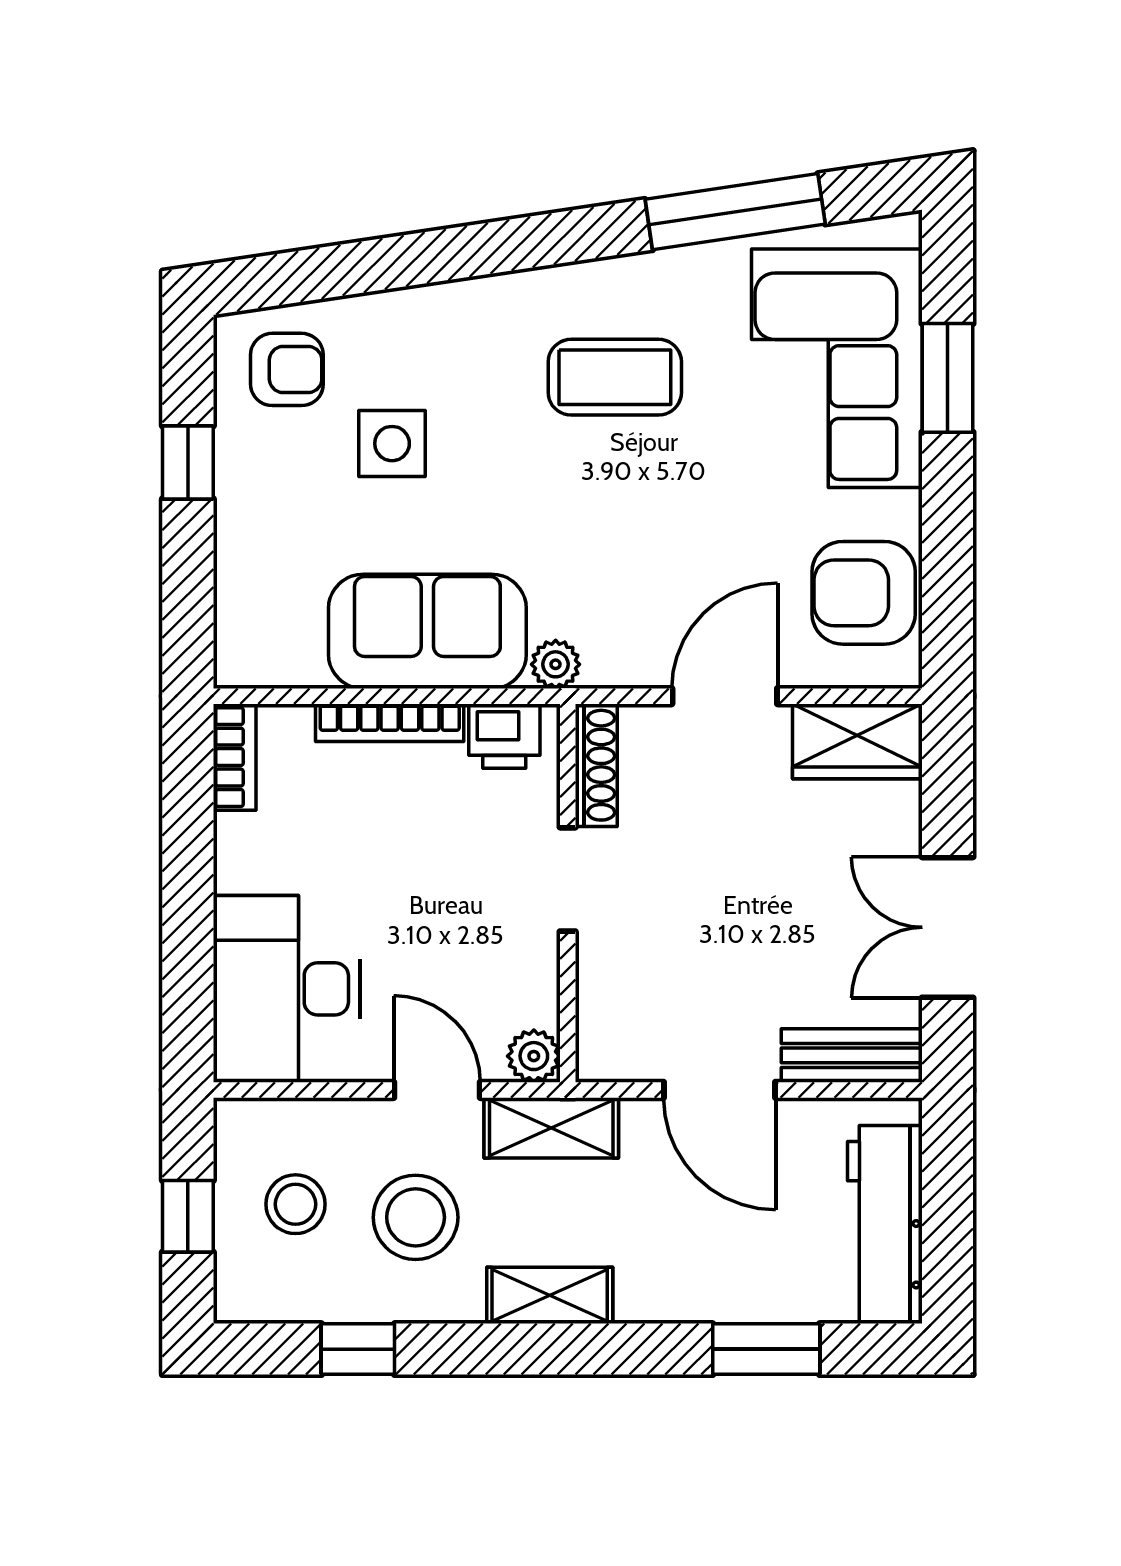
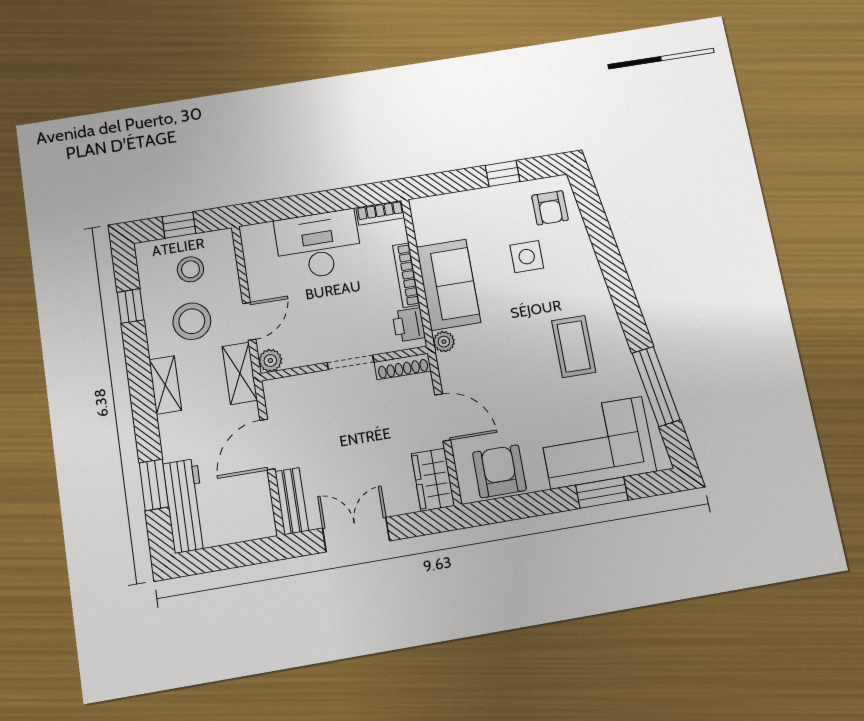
desk: (287, 989) -> (318, 245), moved
workbench: (885, 1225) -> (186, 506), moved, turned 90

